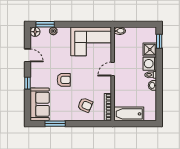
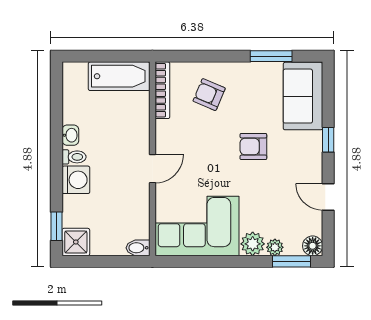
plant: (64, 33) -> (253, 244), added
shower: (150, 49) -> (76, 242), moved

